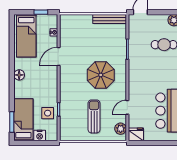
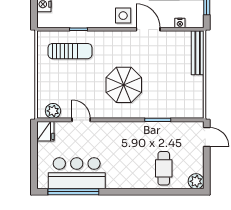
bench: (110, 19) -> (198, 53), moved
side table: (48, 113) -> (123, 16), moved
sun lounger: (94, 116) -> (70, 51), moved

